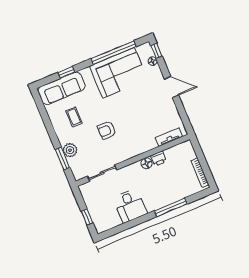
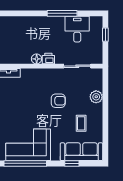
window: (62, 158) -> (105, 92), removed
printer: (159, 159) -> (48, 59), moved
desk: (130, 206) -> (77, 29), moved
window: (171, 207) -> (62, 13), moved

